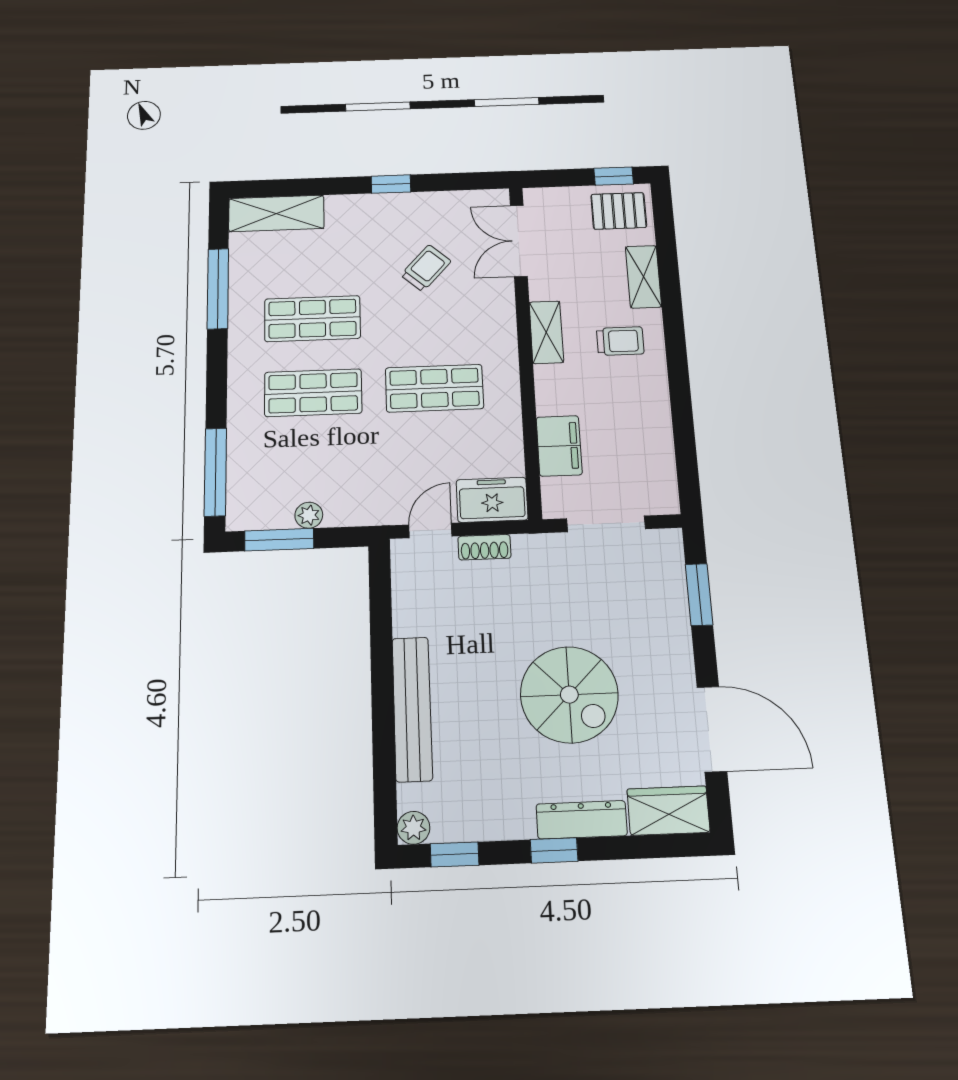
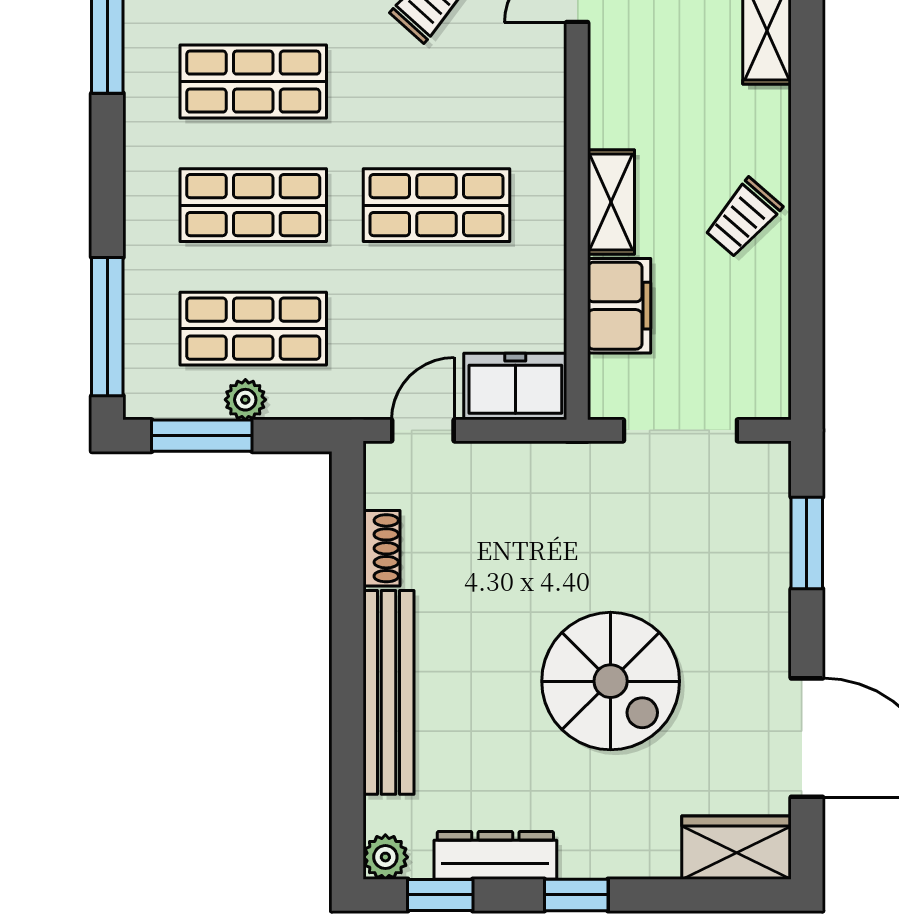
shelving: (546, 332) -> (611, 202), moved
trolley: (620, 341) -> (743, 218), moved, turned 131
shop shelf: (314, 470) -> (253, 329), added
shoe rack: (484, 547) -> (381, 548), moved, turned -90
dresser: (582, 820) -> (495, 855), moved

